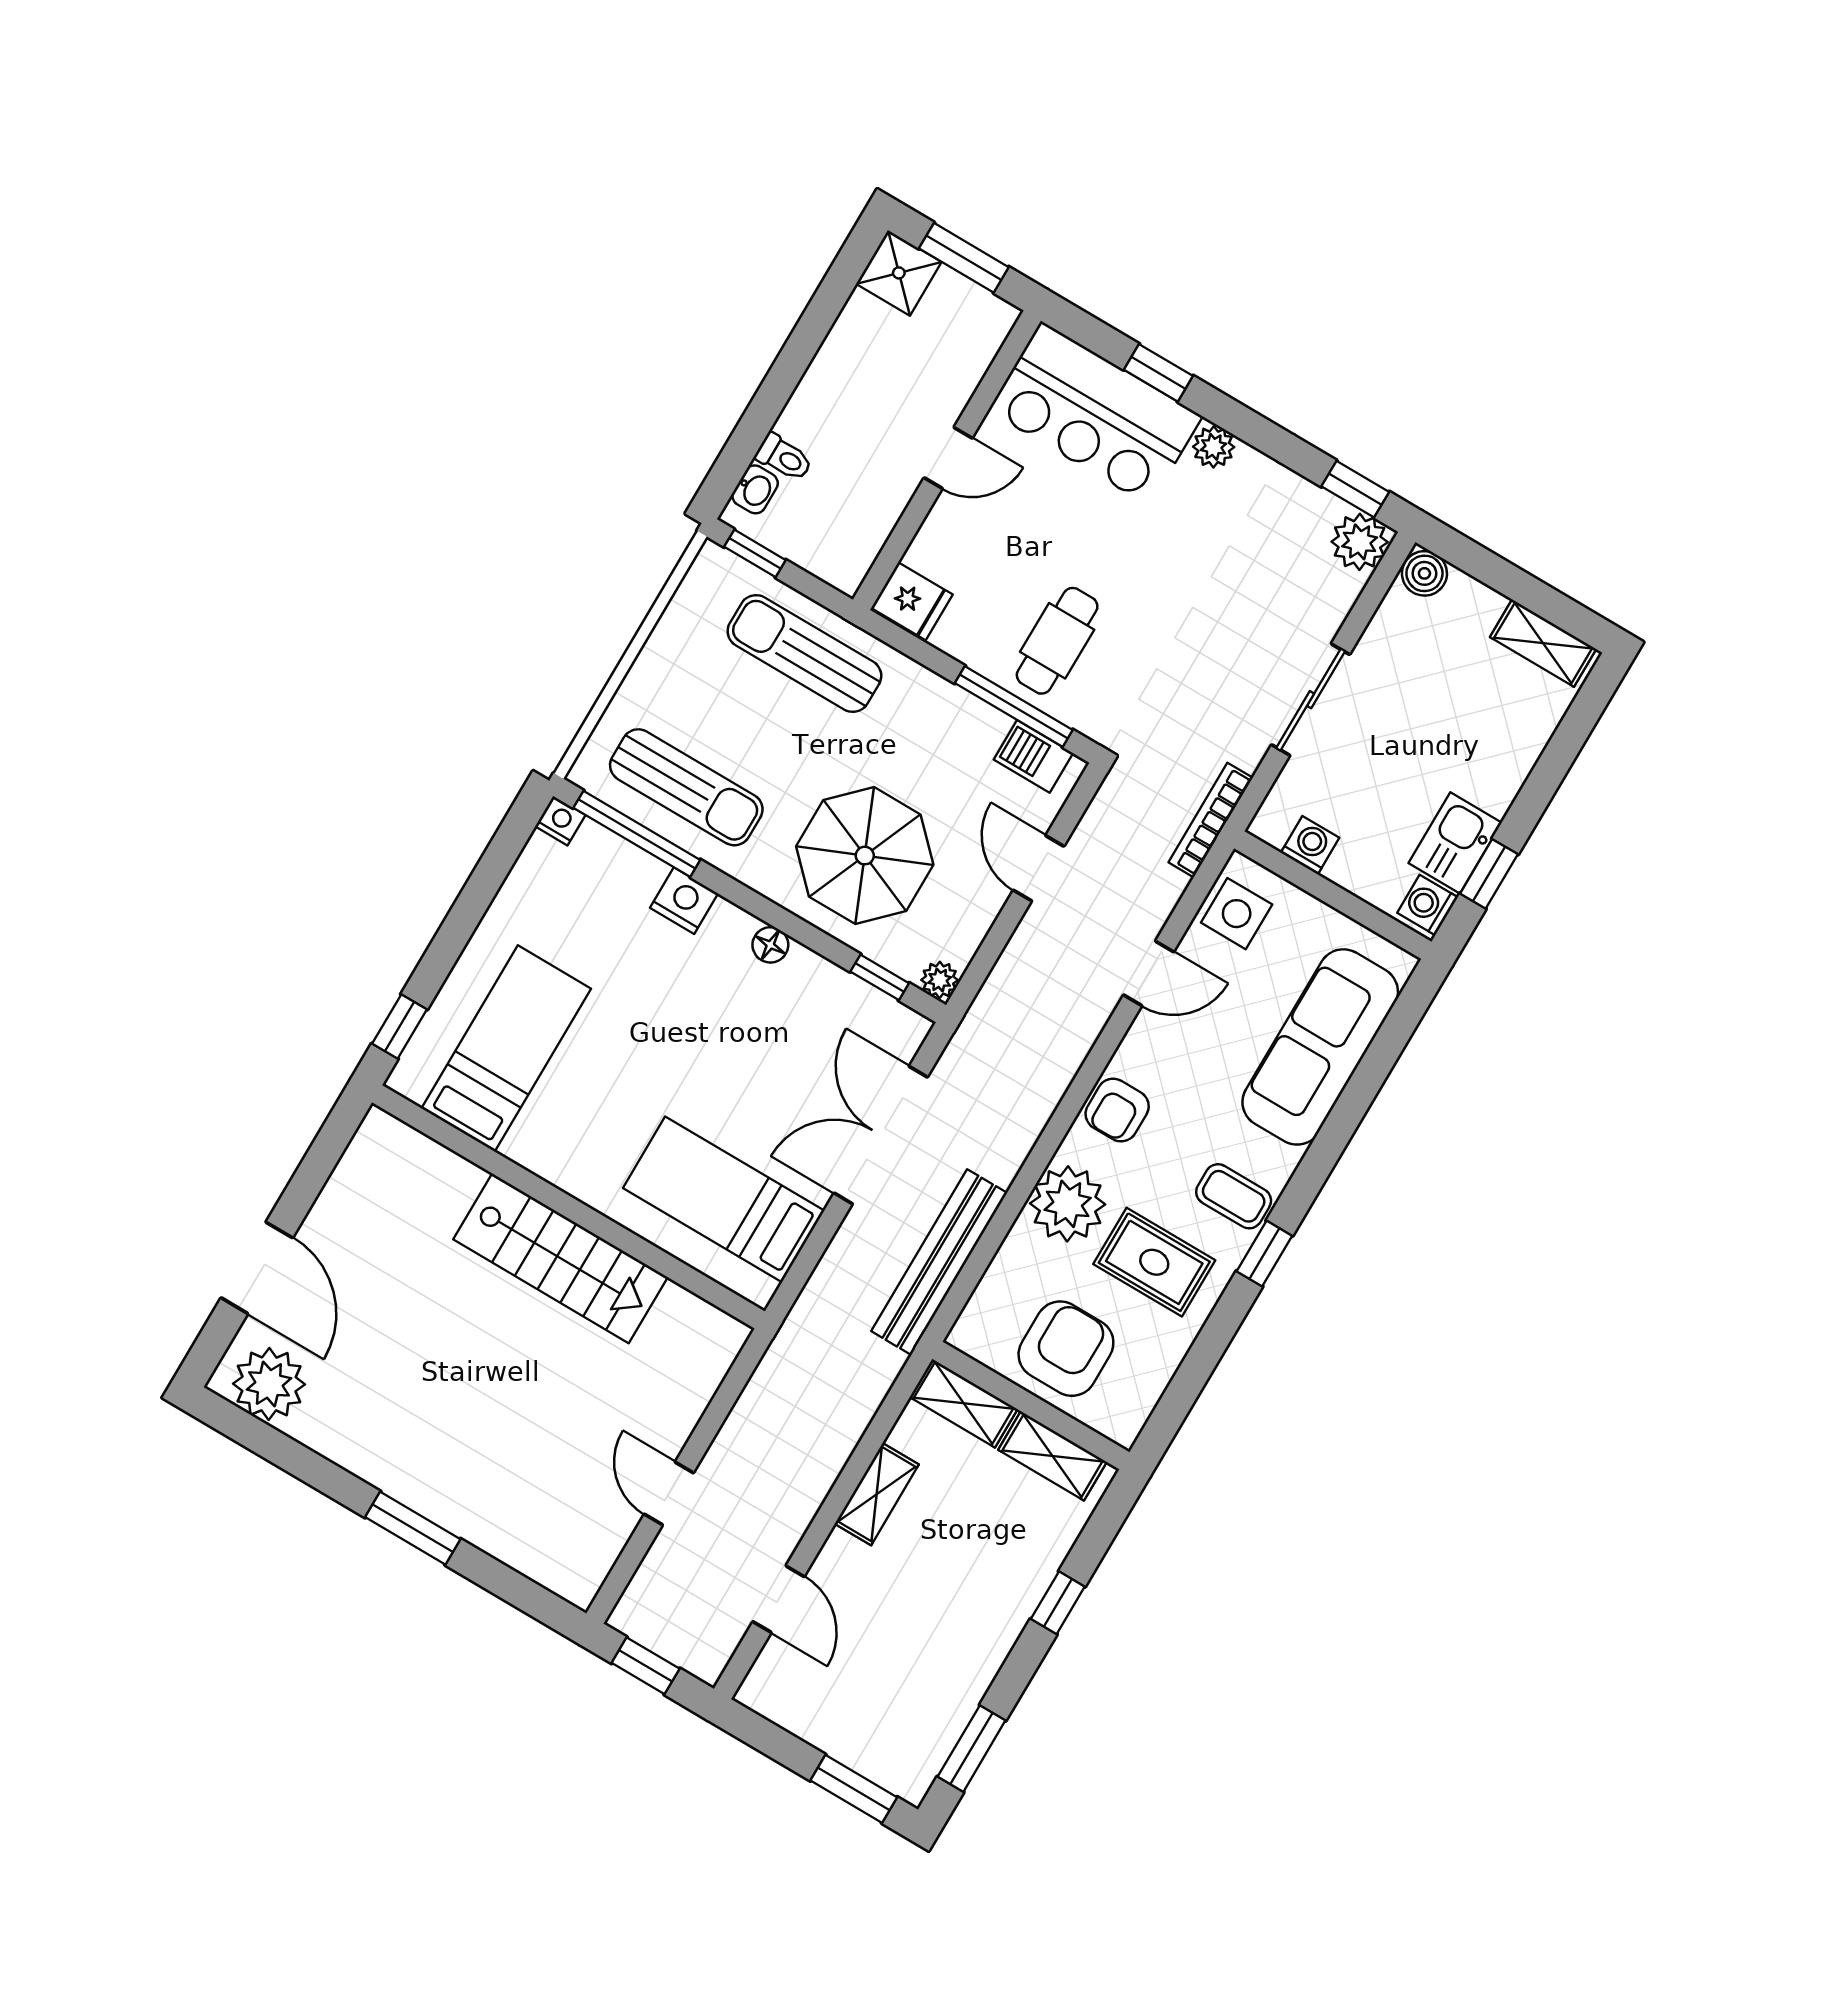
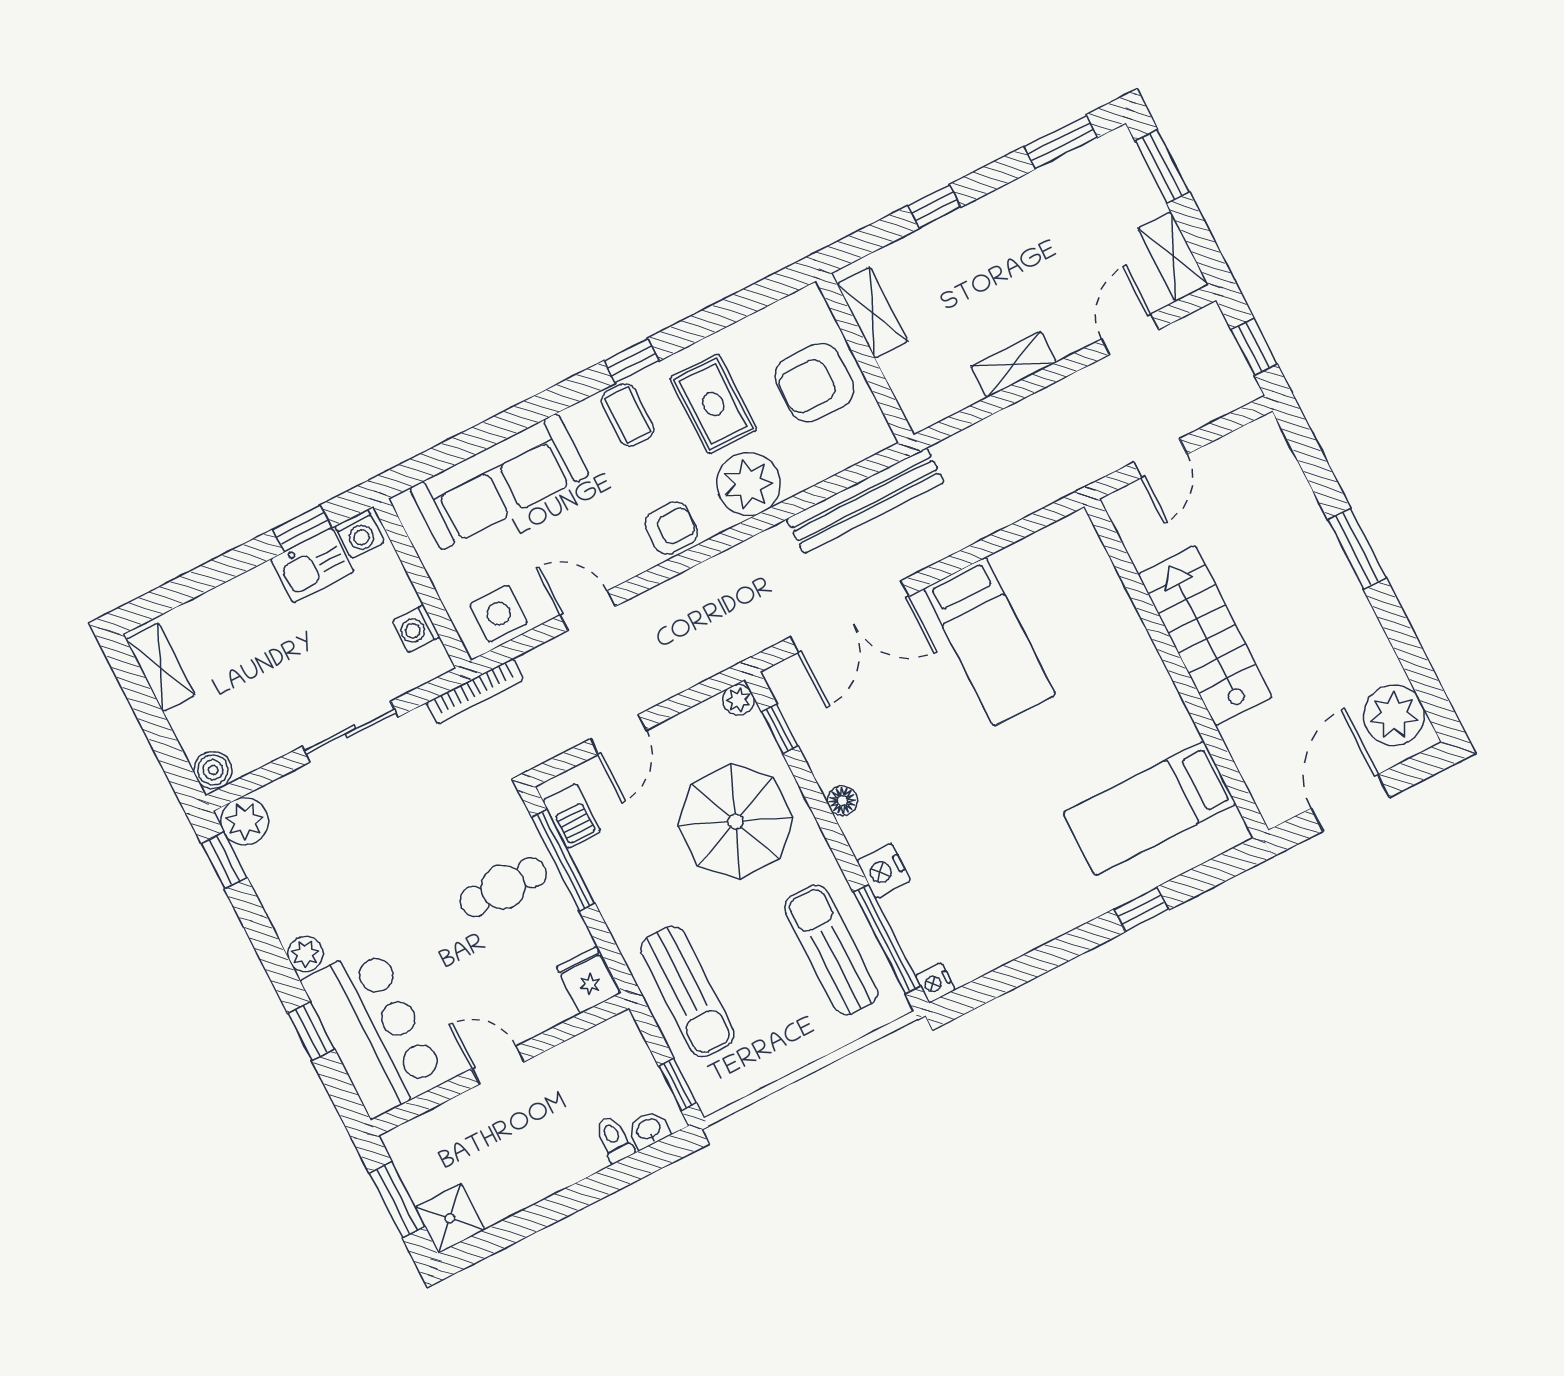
bed: (506, 1048) -> (1149, 808), moved
wall: (569, 1207) -> (1176, 668), moved
stairs: (561, 1258) -> (1205, 636), moved
shelving: (964, 1403) -> (1173, 256), moved

